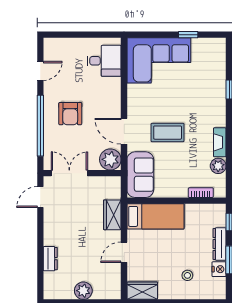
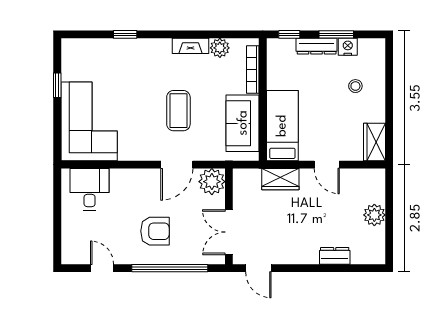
sofa: (140, 175) -> (243, 123), moved, turned -90
bookcase: (201, 193) -> (253, 69), width x1.56

